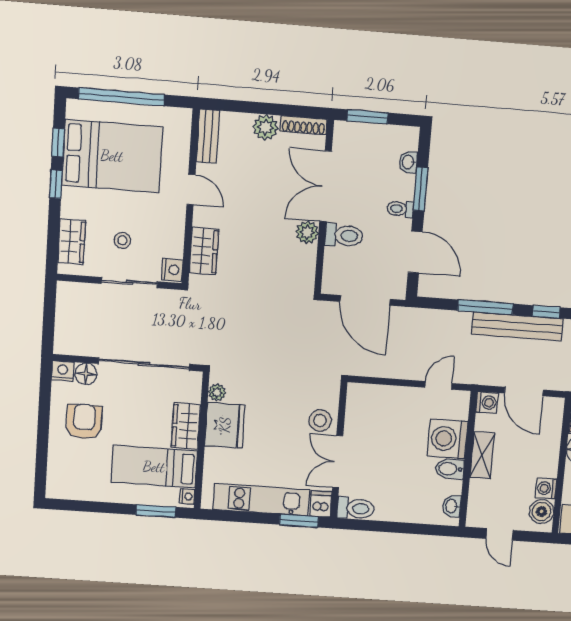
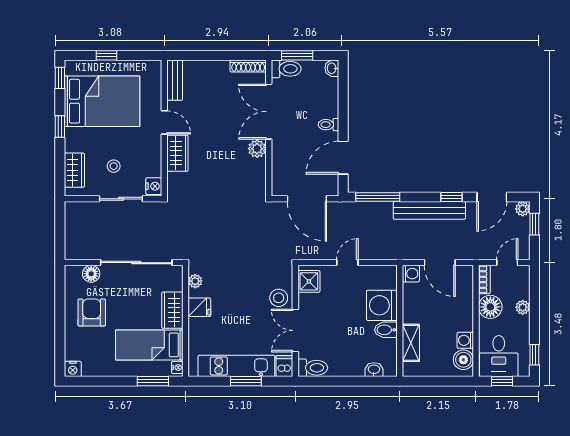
window: (121, 97) -> (106, 55), width x0.32
plant: (265, 127) -> (219, 70), removed
window: (58, 143) -> (60, 78), moved
washbasin: (408, 162) -> (332, 68), moved
window: (420, 189) -> (343, 108), removed
toilet: (344, 236) -> (286, 69), moved
wardrobe: (204, 251) -> (177, 153), moved
door: (415, 252) -> (343, 158), swing flipped
window: (485, 307) -> (378, 197), moved
nightstand: (63, 371) -> (73, 369), moved, turned 180
door: (438, 385) -> (347, 263), moved
shower: (359, 403) -> (309, 281), added
fridge: (225, 425) -> (199, 307), width x0.53, depth x0.75
shelving: (482, 455) -> (411, 343), moved
washbasin: (452, 506) -> (374, 370), moved, turned 90
window: (299, 521) -> (246, 381), moved
door: (500, 534) -> (431, 381), removed

